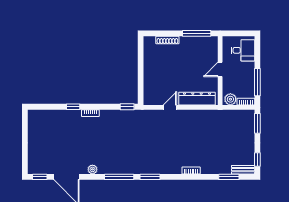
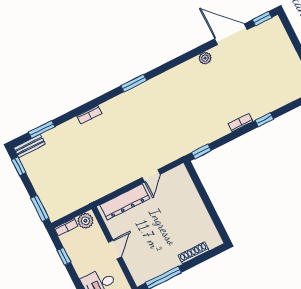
window: (257, 82) -> (64, 256), width x0.46
window: (119, 177) -> (170, 65), removed

